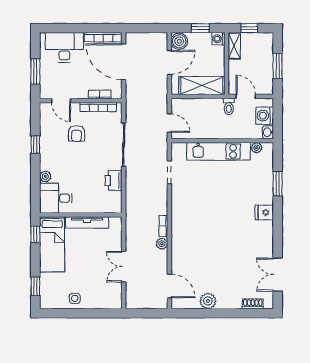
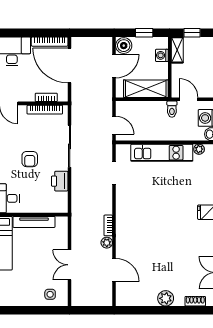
washing machine: (218, 39) -> (162, 55), moved
armchair: (77, 134) -> (30, 159), moved
door: (169, 286) -> (114, 270), moved
side table: (75, 298) -> (50, 294), moved
plant: (208, 301) -> (166, 298), moved

